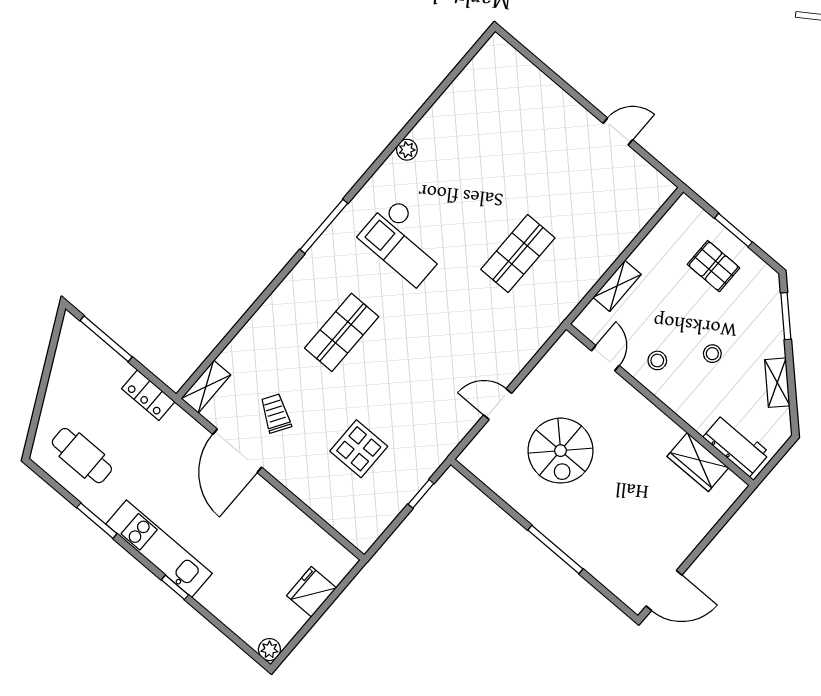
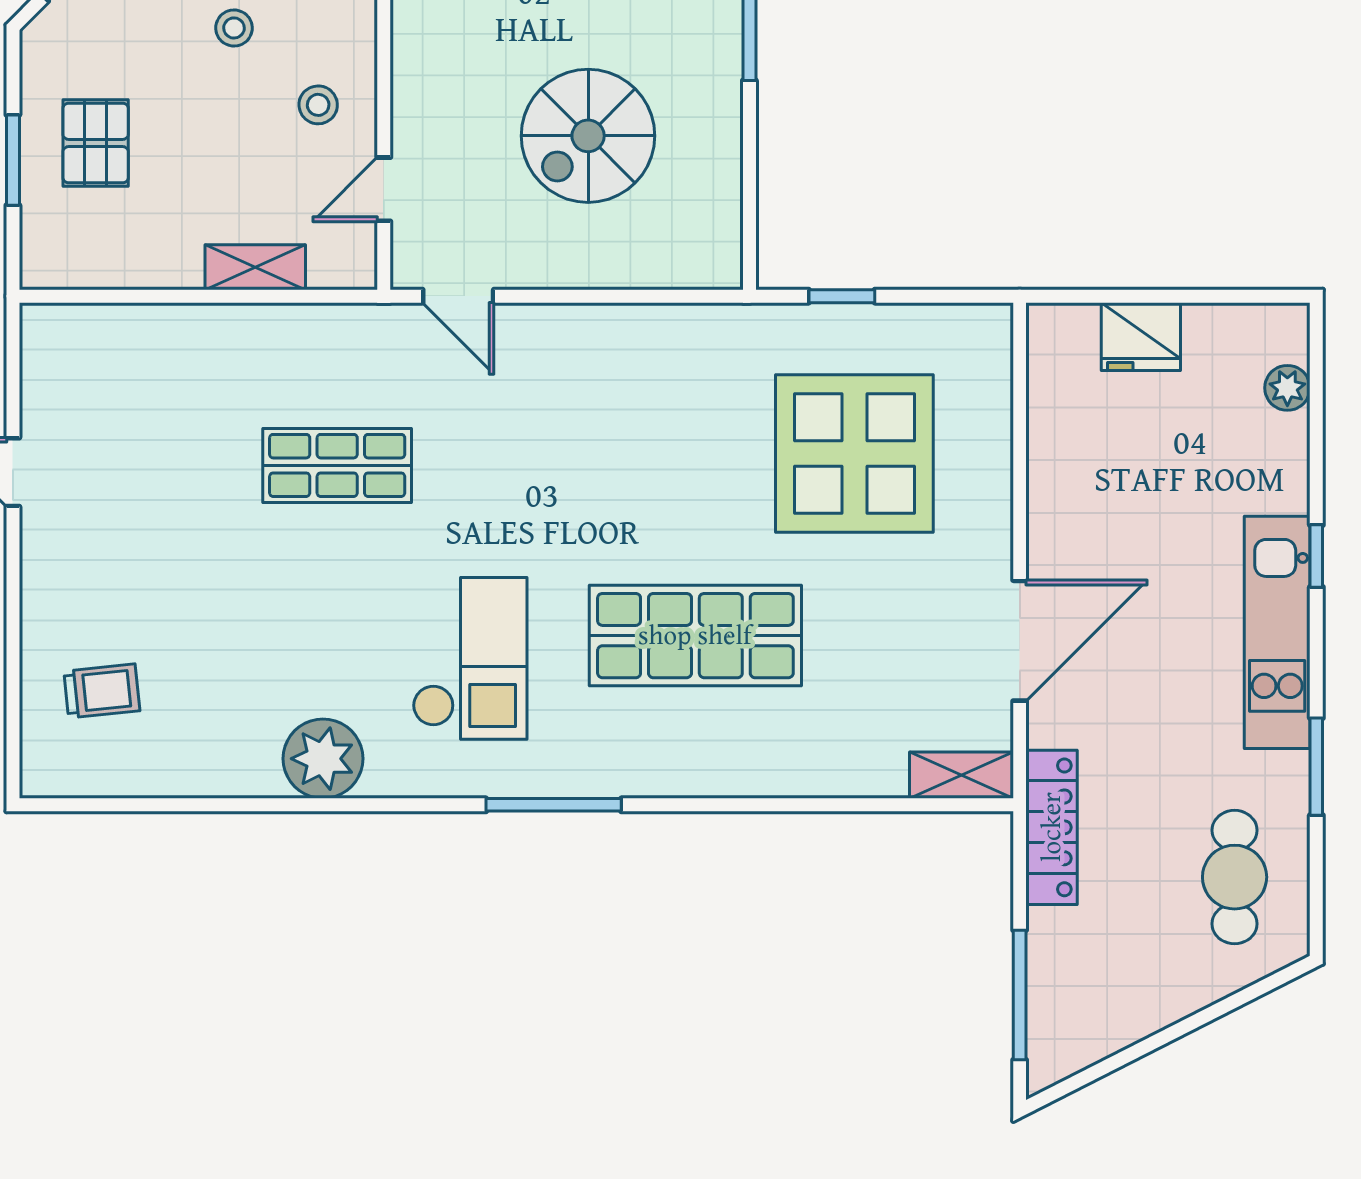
plant: (407, 150) -> (323, 759), width x1.87, depth x1.87
shop shelf: (342, 332) -> (695, 636), width x1.43, depth x1.36
locker: (148, 395) -> (1052, 827), width x1.53
door: (498, 404) -> (458, 296), moved
trolley: (276, 413) -> (102, 691), moved, turned -128
display table: (359, 449) -> (854, 453), width x1.86, depth x1.86
spiral stairs: (561, 451) -> (588, 136), turned 180
plant: (269, 650) -> (1287, 388), moved

